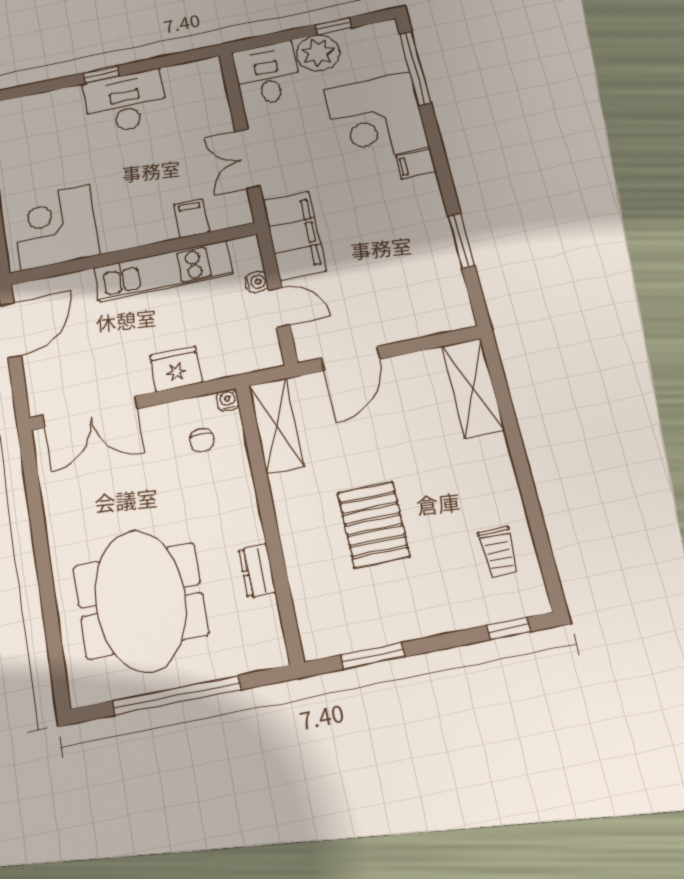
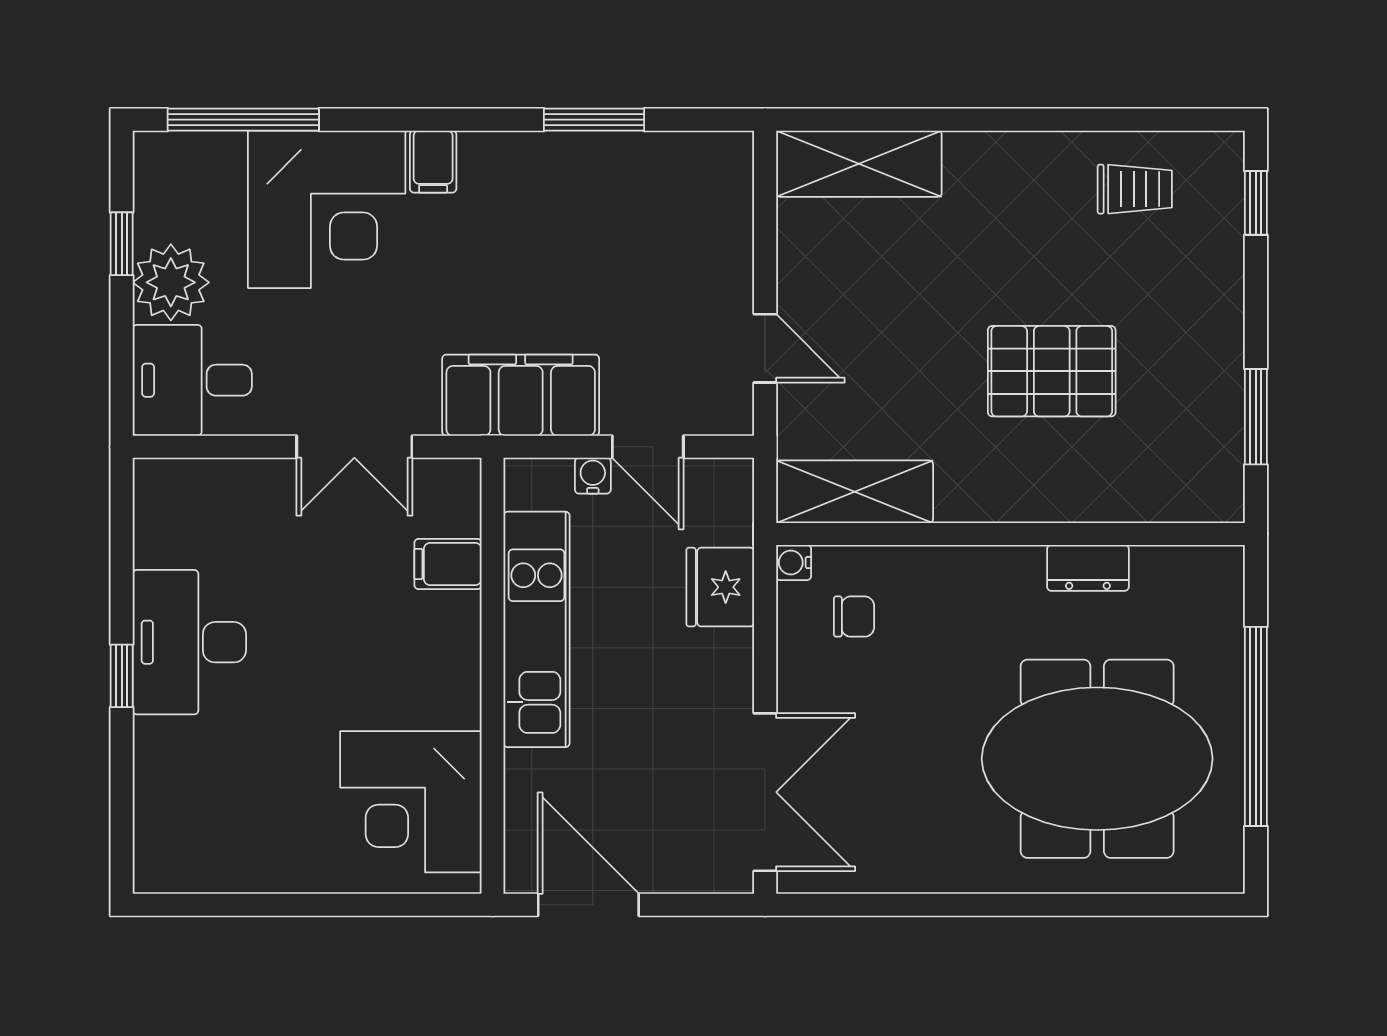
door: (279, 307) -> (648, 447), swing flipped
door: (350, 359) -> (765, 348), width x0.73
fridge: (176, 369) -> (720, 587), moved

